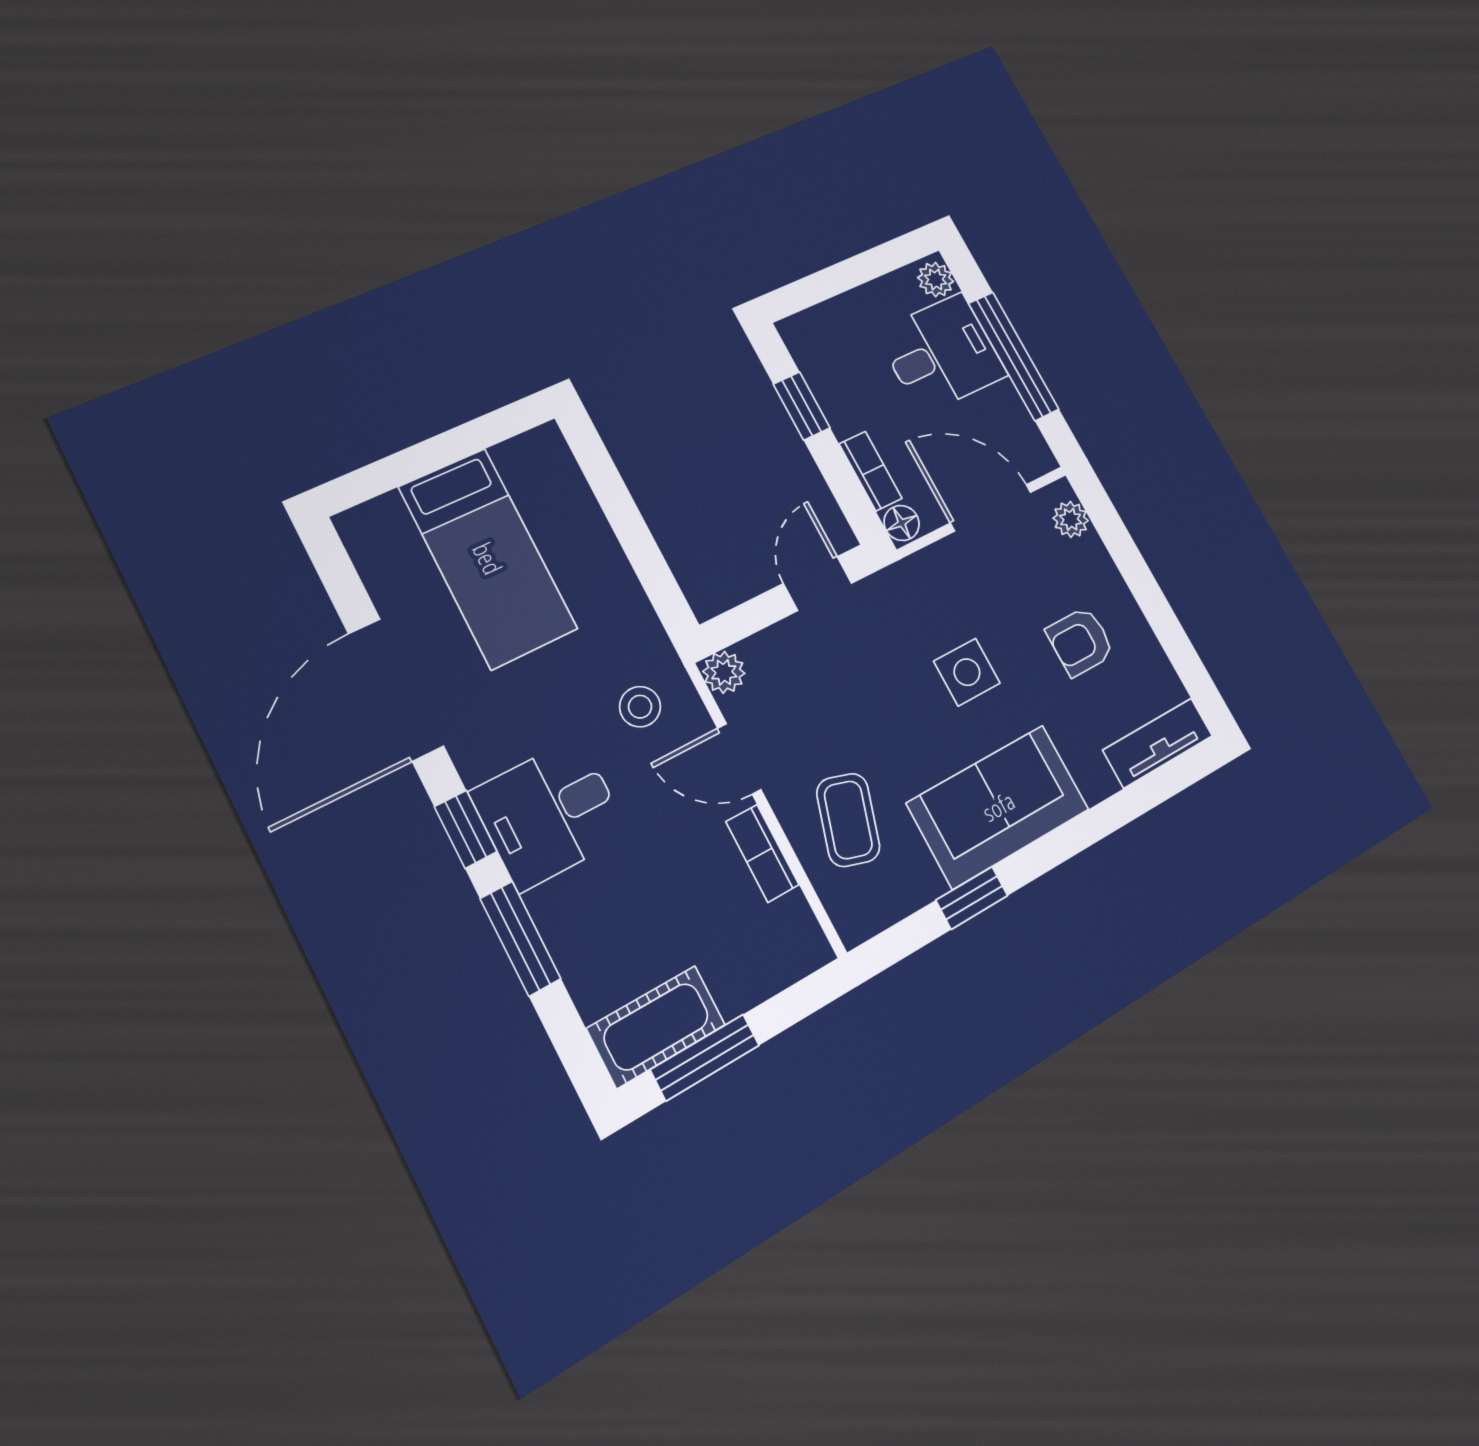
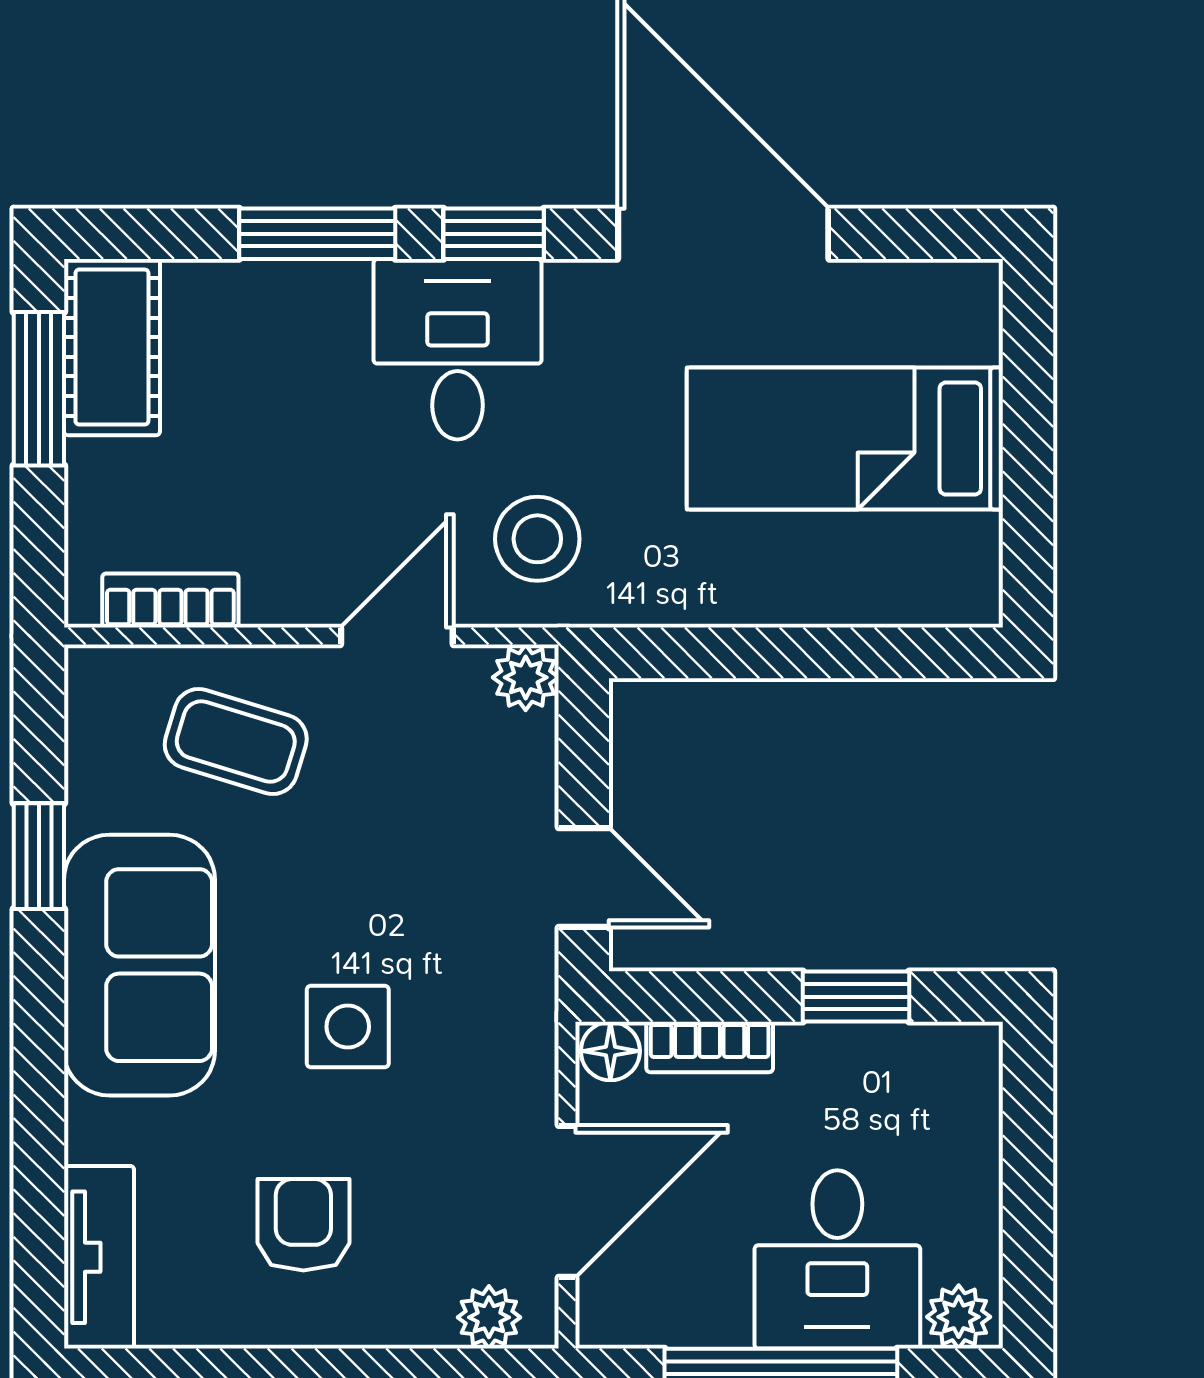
stool: (640, 707) -> (537, 539), width x1.37, depth x1.37
bookcase: (762, 853) -> (170, 601), moved

